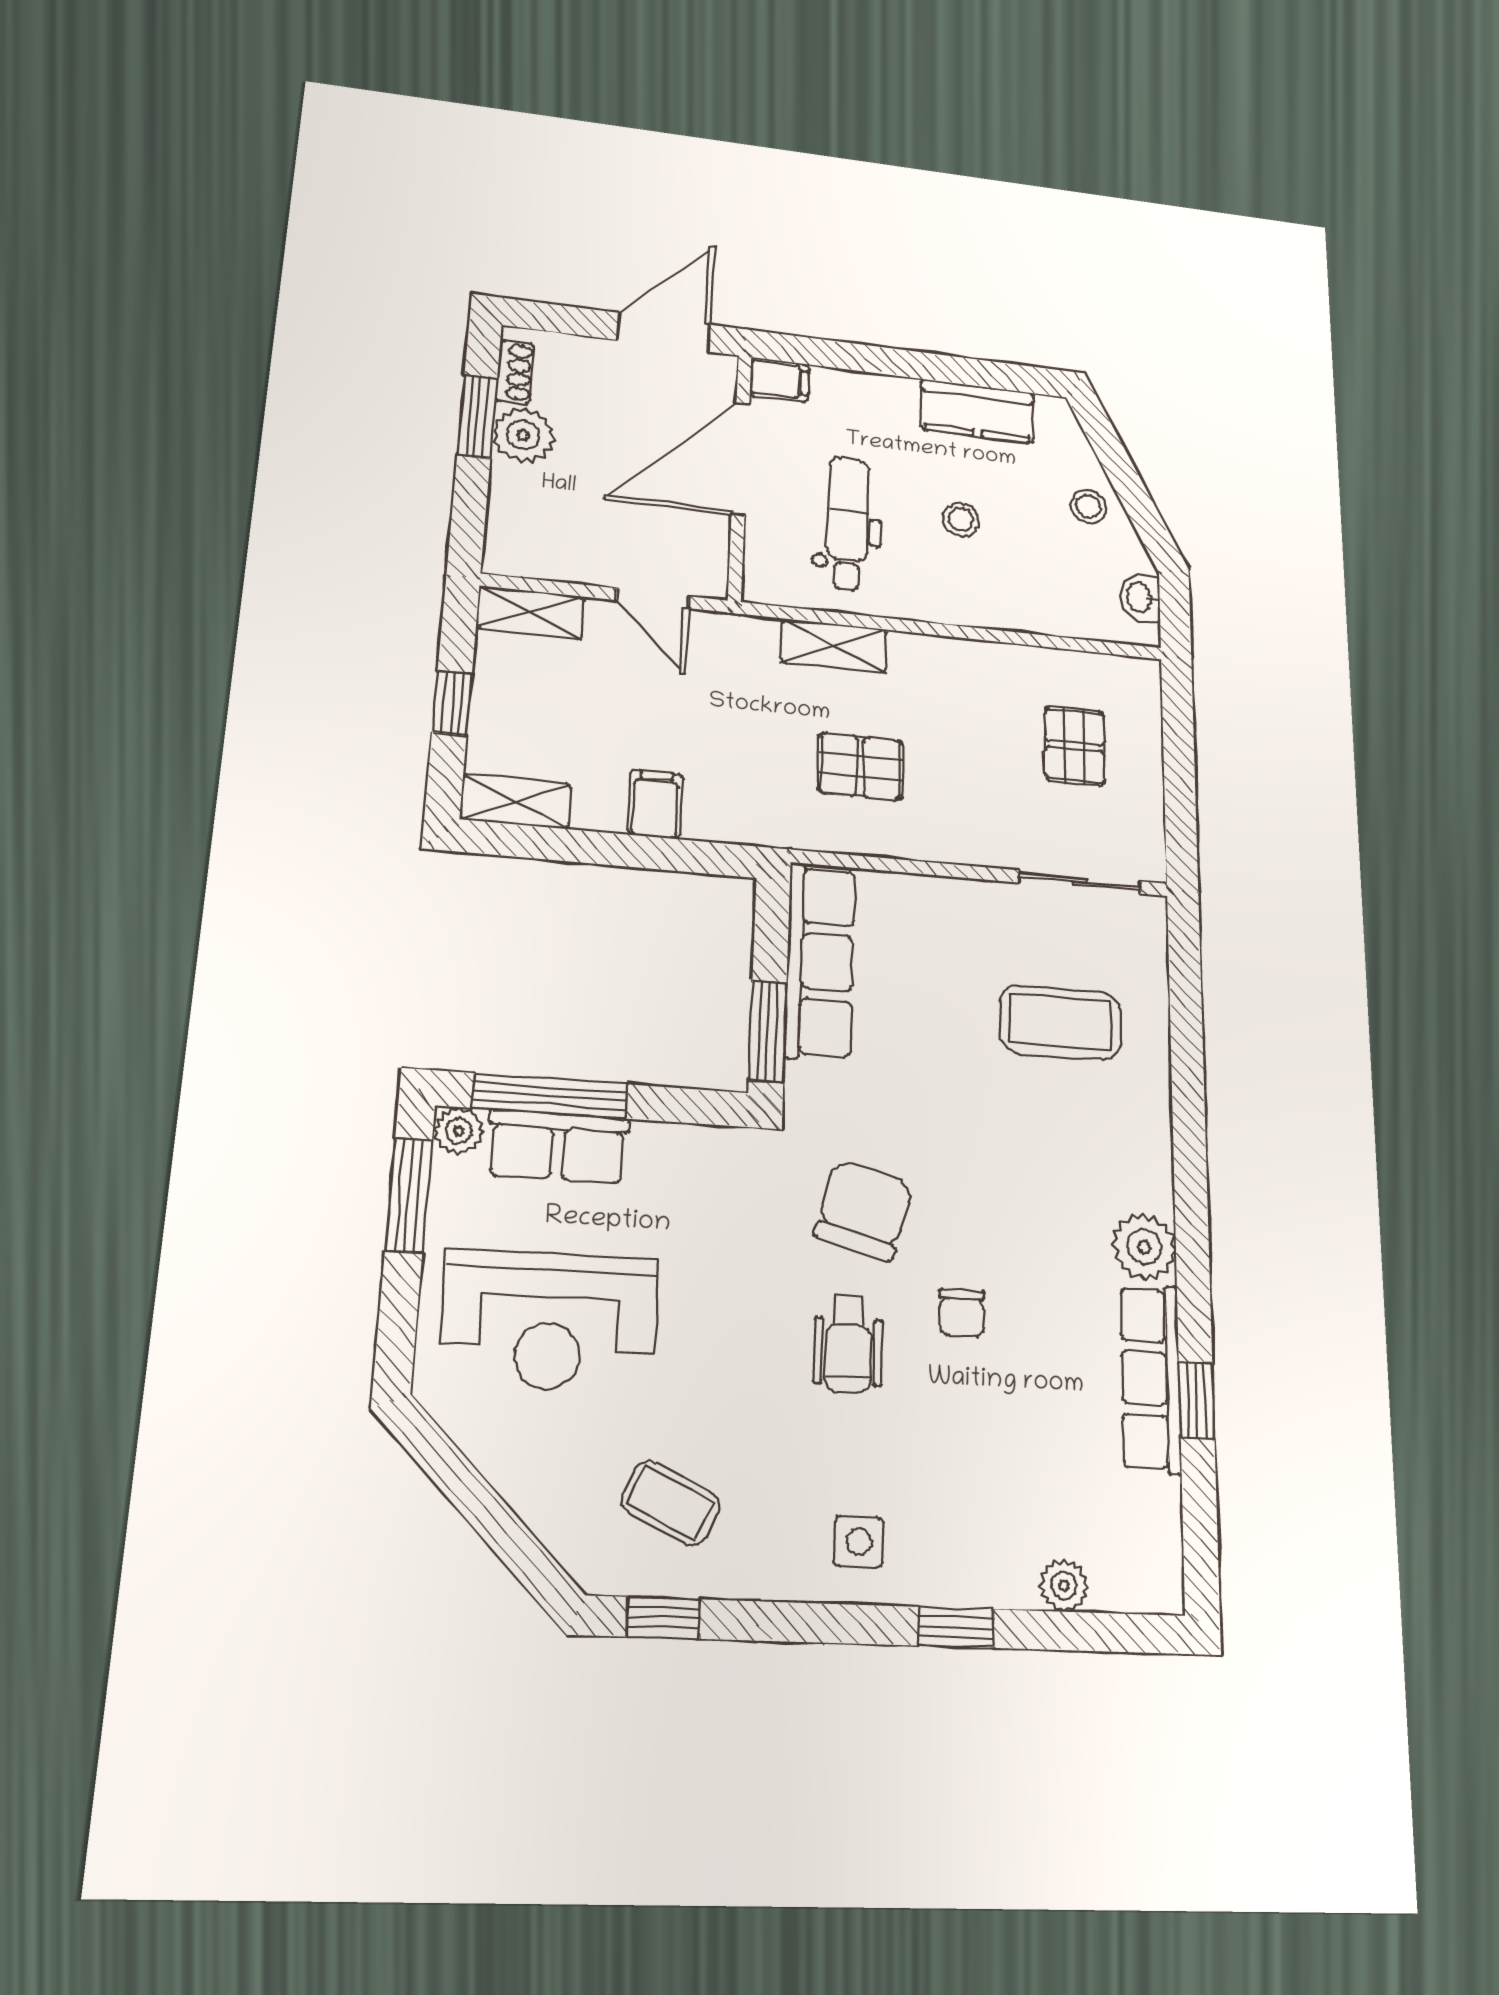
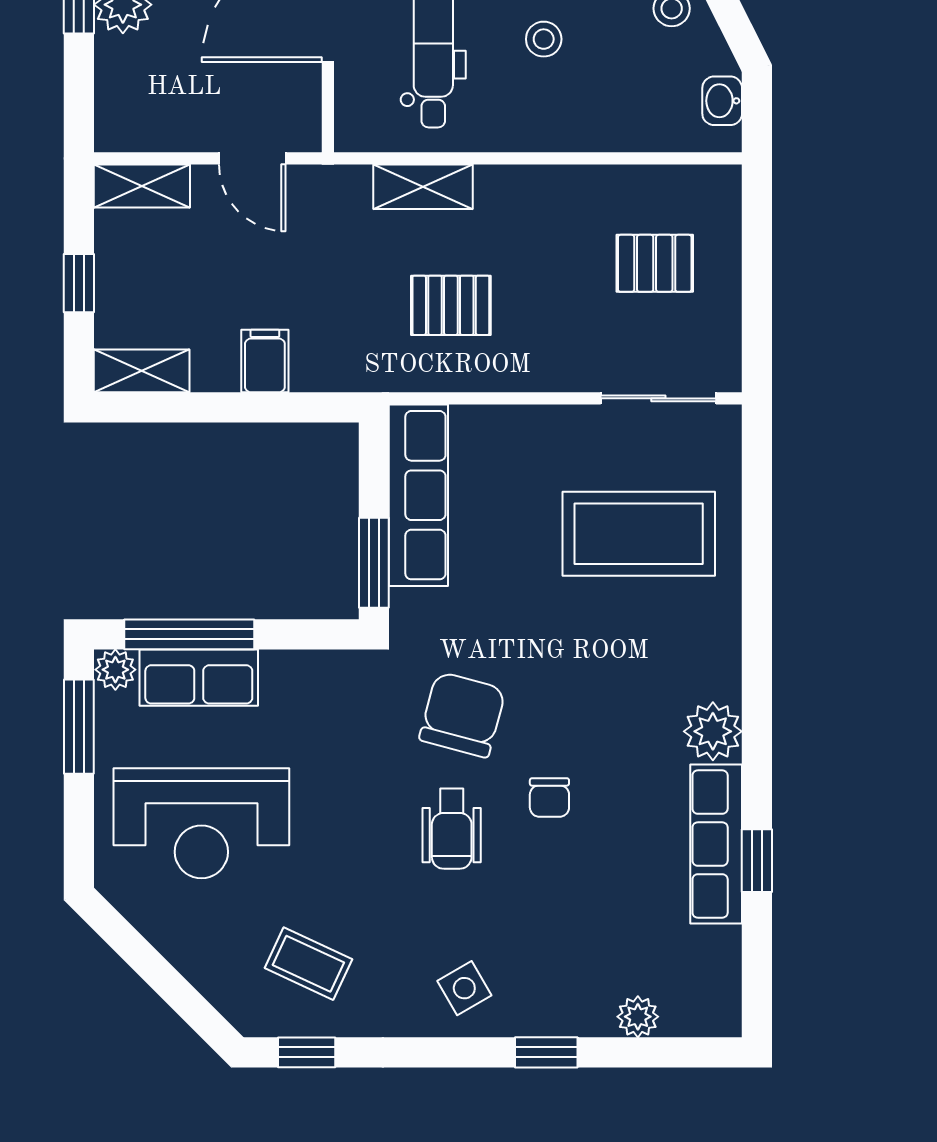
pallet: (1075, 746) -> (655, 263), turned 90
coffee table: (1060, 1022) -> (639, 534), width x1.36, depth x1.32
side table: (859, 1542) -> (464, 988), turned -30

